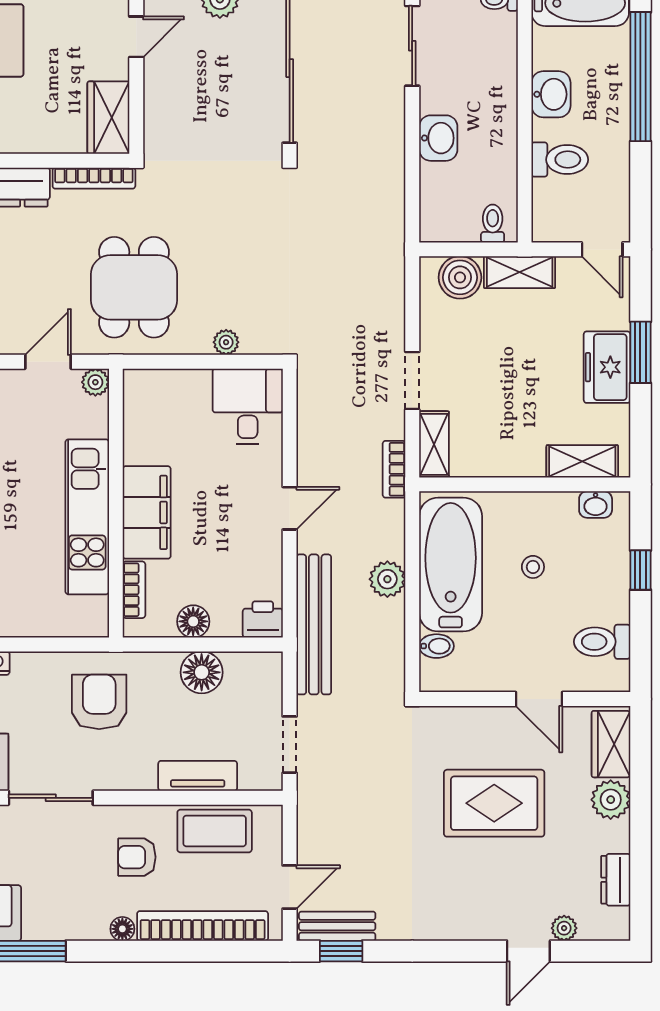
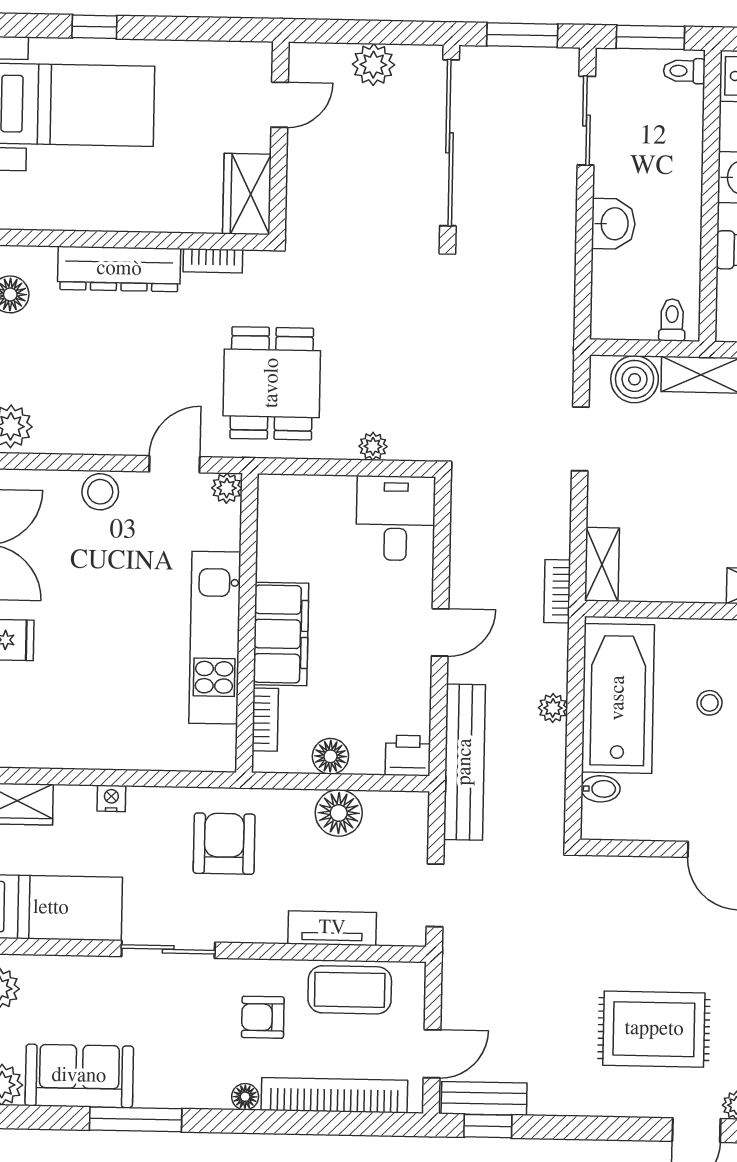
bookcase: (94, 178) -> (213, 261), width x0.64
doorway: (412, 381) -> (580, 439), moved
plant: (387, 579) -> (553, 708), width x0.73, depth x0.73
rug: (494, 803) -> (654, 1029), moved

